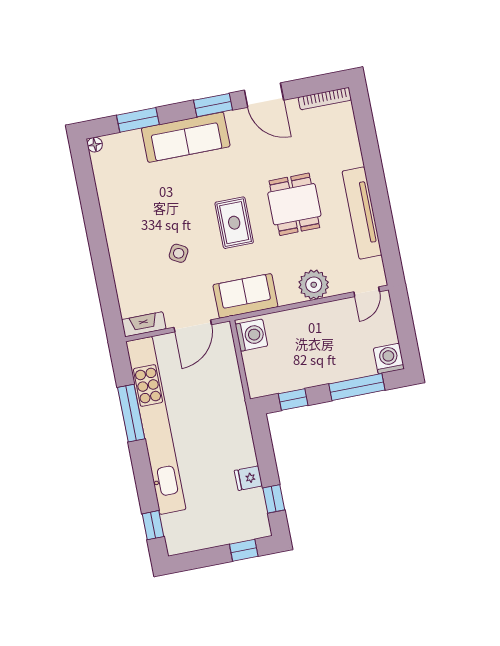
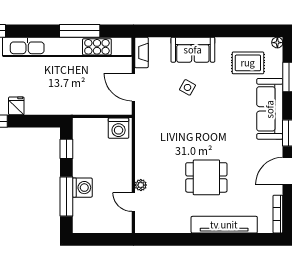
tv unit: (362, 213) -> (224, 225), moved
rug: (234, 223) -> (248, 63), moved
plant: (314, 285) -> (141, 185), width x0.53, depth x0.53
door: (367, 292) -> (133, 202), moved
sofa: (245, 296) -> (193, 50), moved, turned 90
washing machine: (389, 359) -> (82, 188), moved

